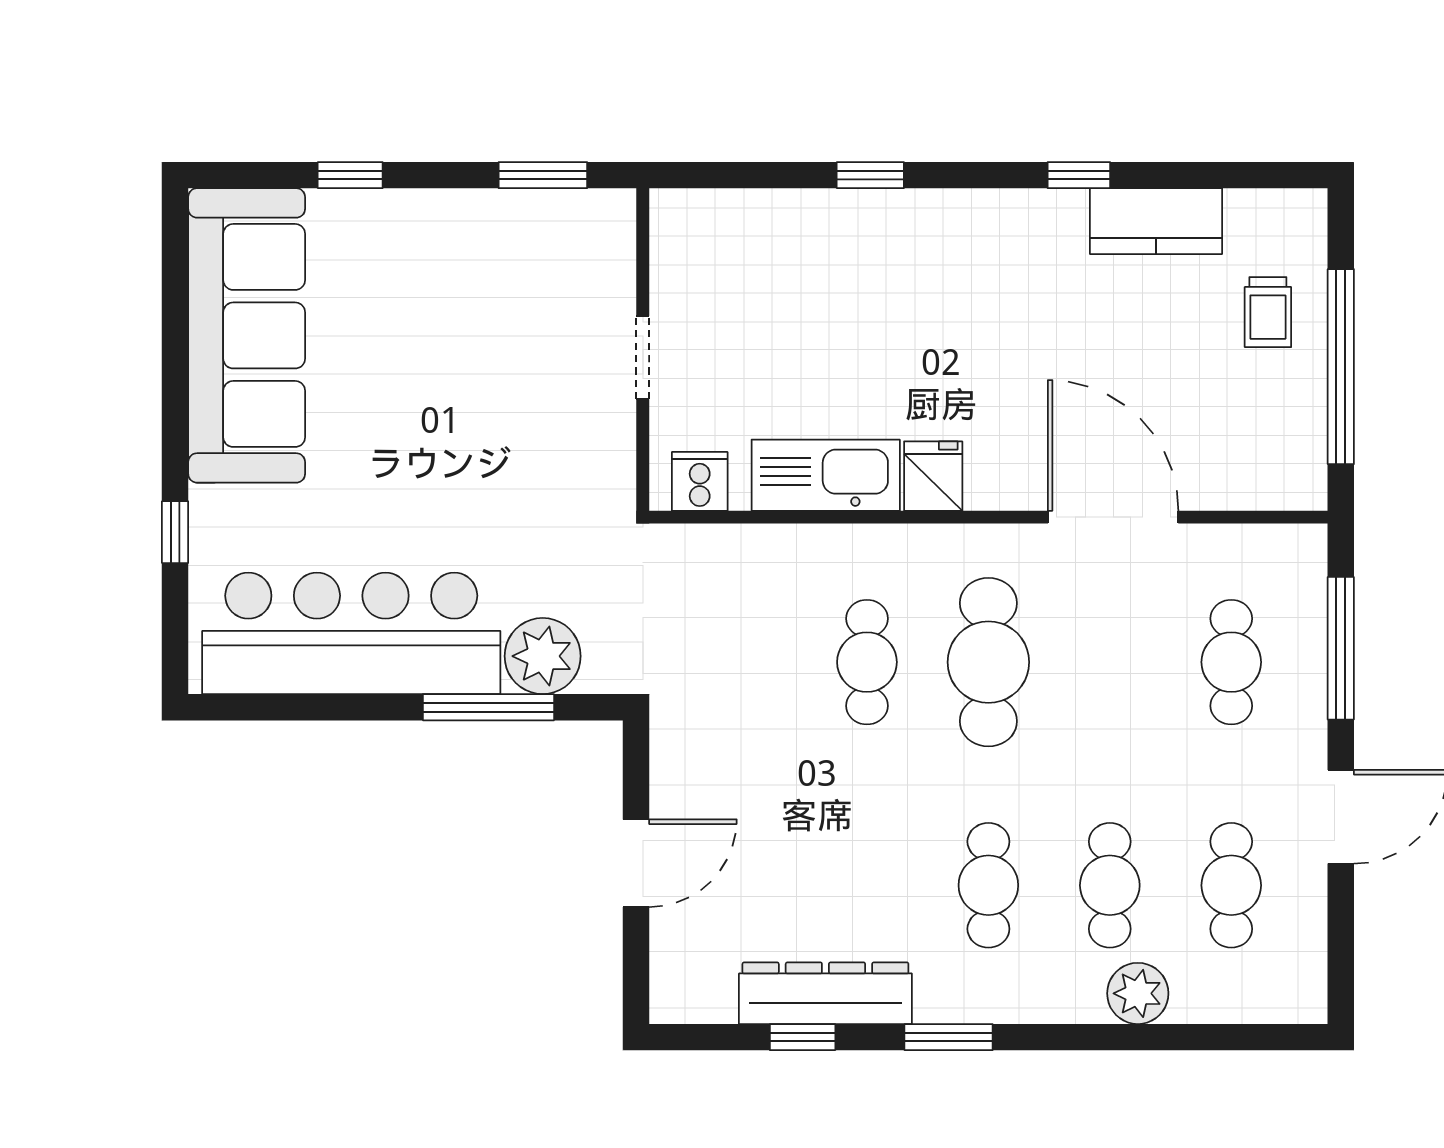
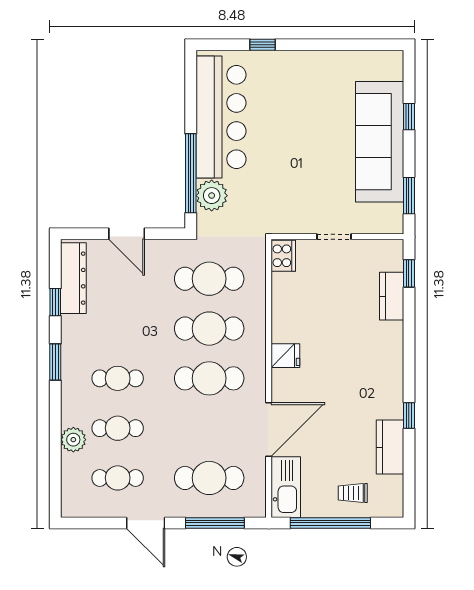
window: (870, 175) -> (409, 273), moved
kitchen counter: (788, 217) -> (392, 296), added
sofa: (247, 335) -> (380, 142), moved, turned 90
kitchen sink: (826, 475) -> (286, 487), moved
cooker: (700, 481) -> (283, 256), width x1.36
cafe table: (746, 662) -> (209, 279), added
cafe table: (867, 662) -> (209, 329), width x1.37, depth x1.35
cafe table: (1231, 662) -> (209, 478), width x1.37, depth x1.35
window: (488, 707) -> (191, 173), width x1.46
dresser: (825, 993) -> (73, 278), moved

